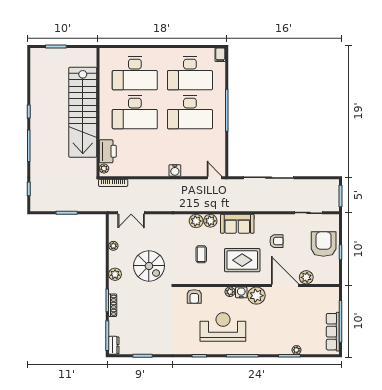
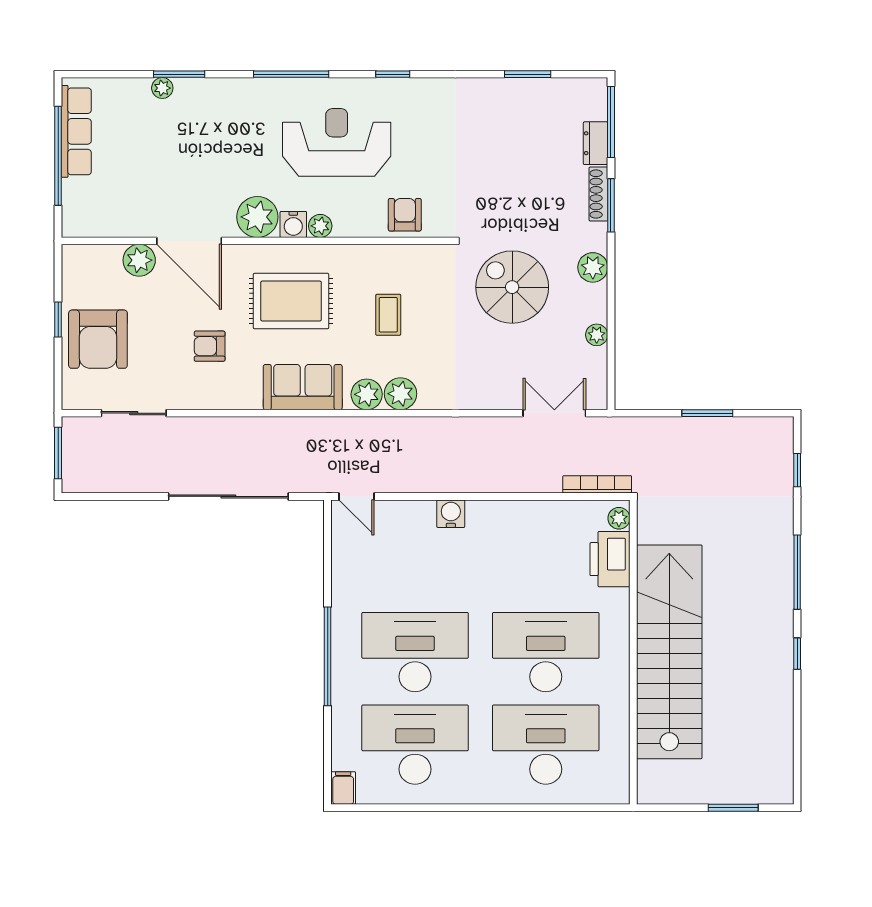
reception desk: (223, 327) -> (337, 142), turned 180
dresser: (114, 345) -> (596, 143), moved

